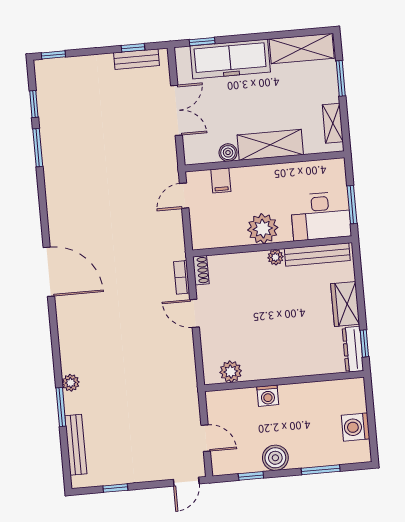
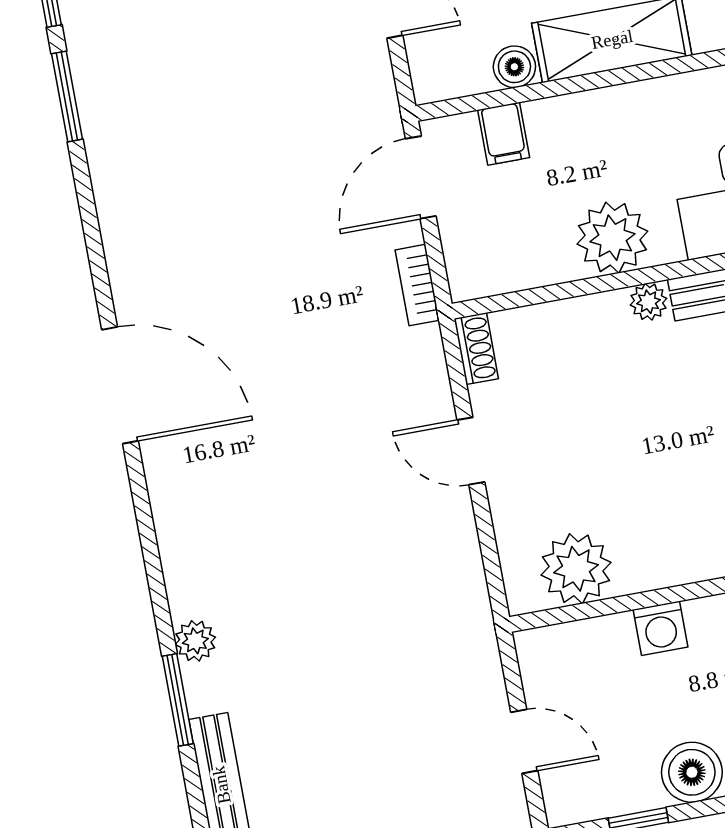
door: (184, 196) -> (421, 177), width x1.38
bookcase: (182, 277) -> (417, 285), moved
plant: (231, 372) -> (576, 569), width x1.36, depth x1.36

